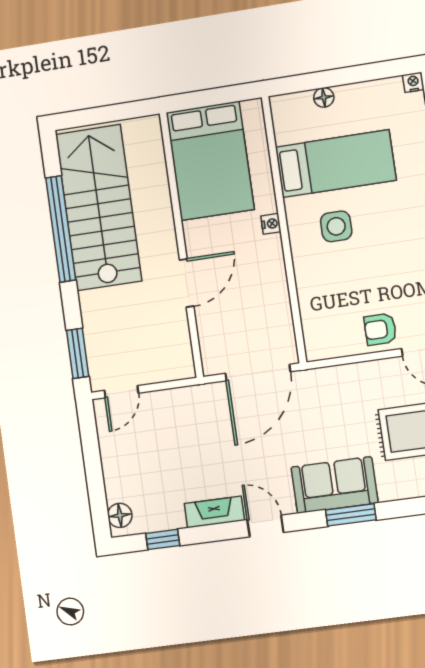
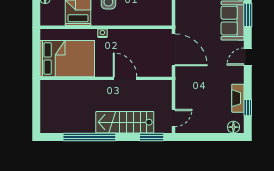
stairs: (98, 207) -> (125, 122), moved, width x0.73, depth x0.66
door: (121, 392) -> (173, 118), hinge flipped
fireplace: (214, 512) -> (238, 98), moved

